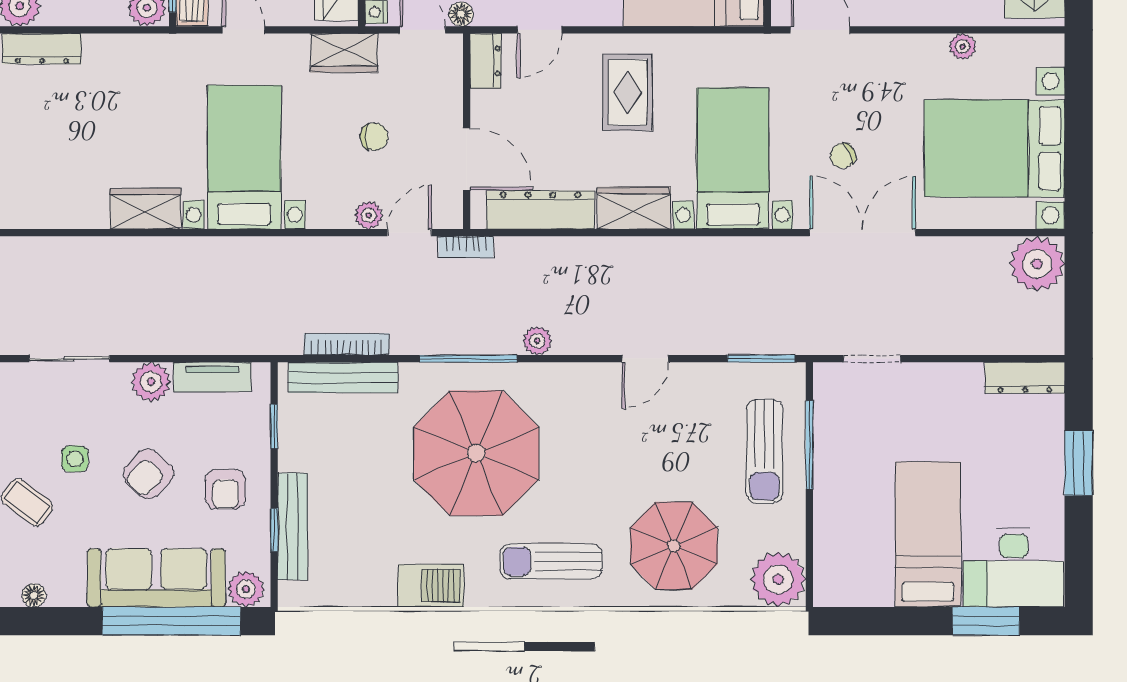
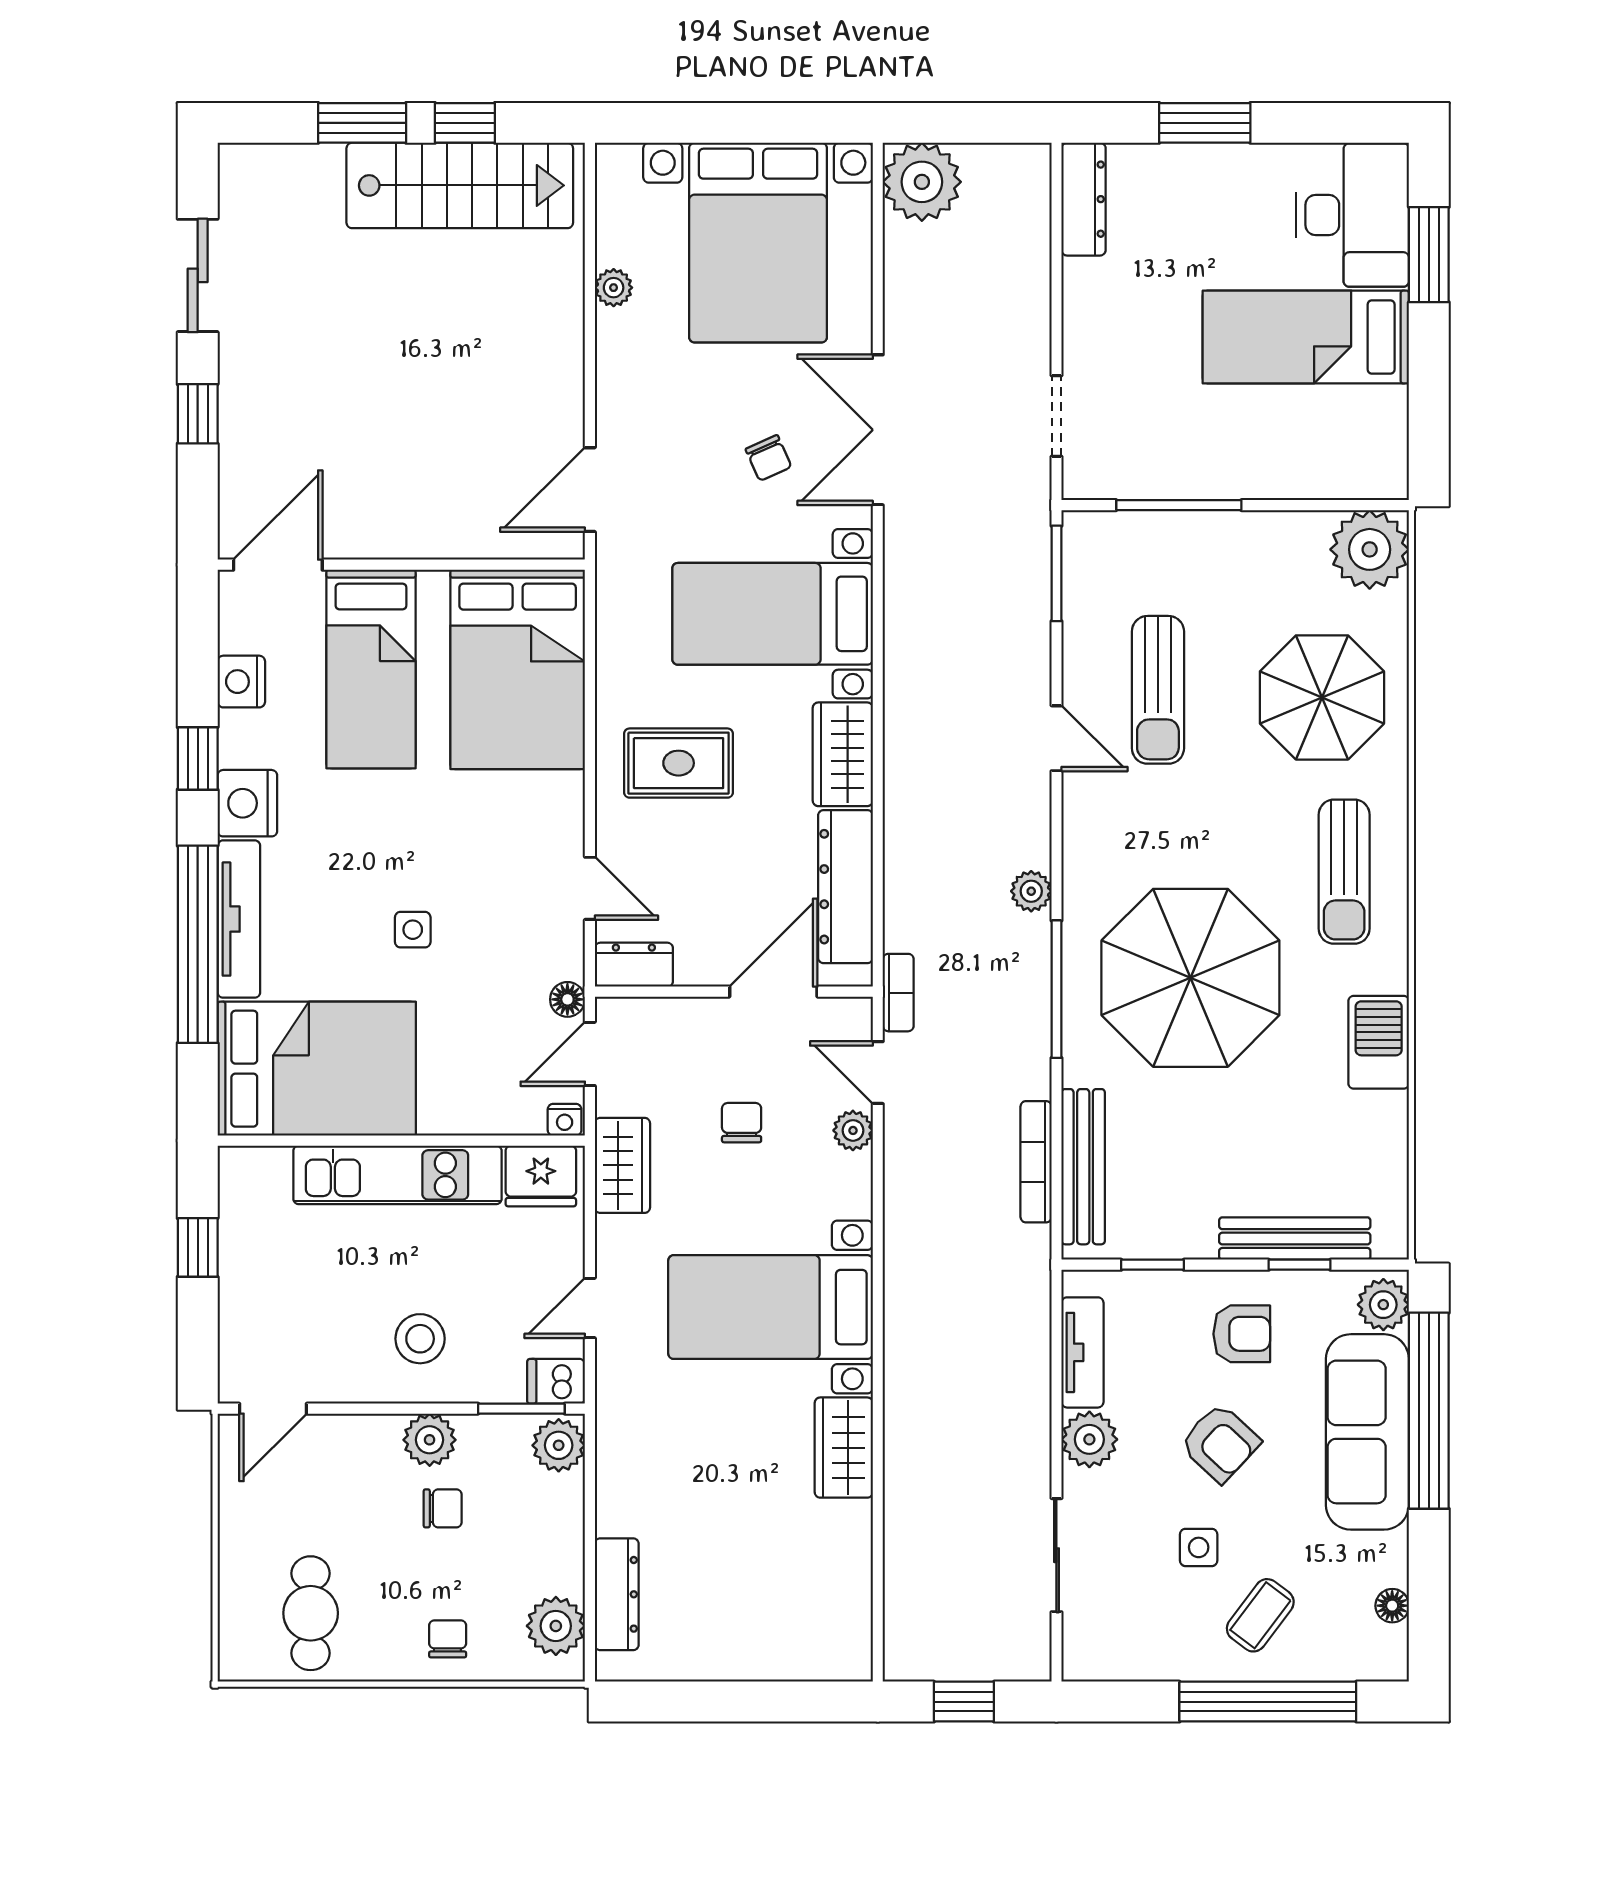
sun lounger: (764, 451) -> (1158, 690), moved, turned 90

